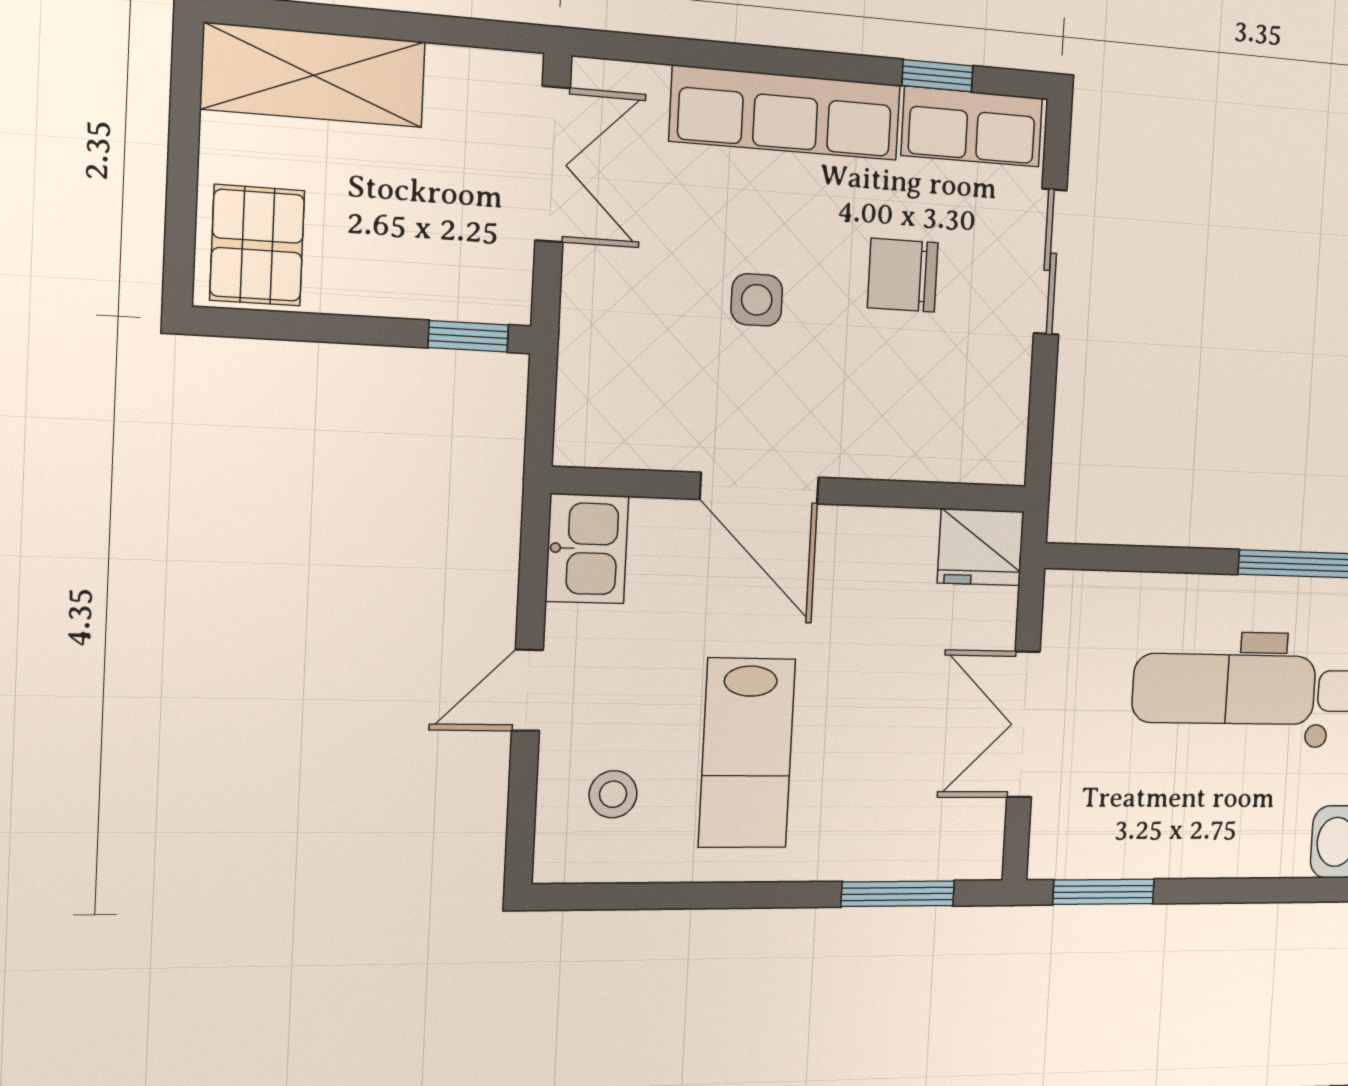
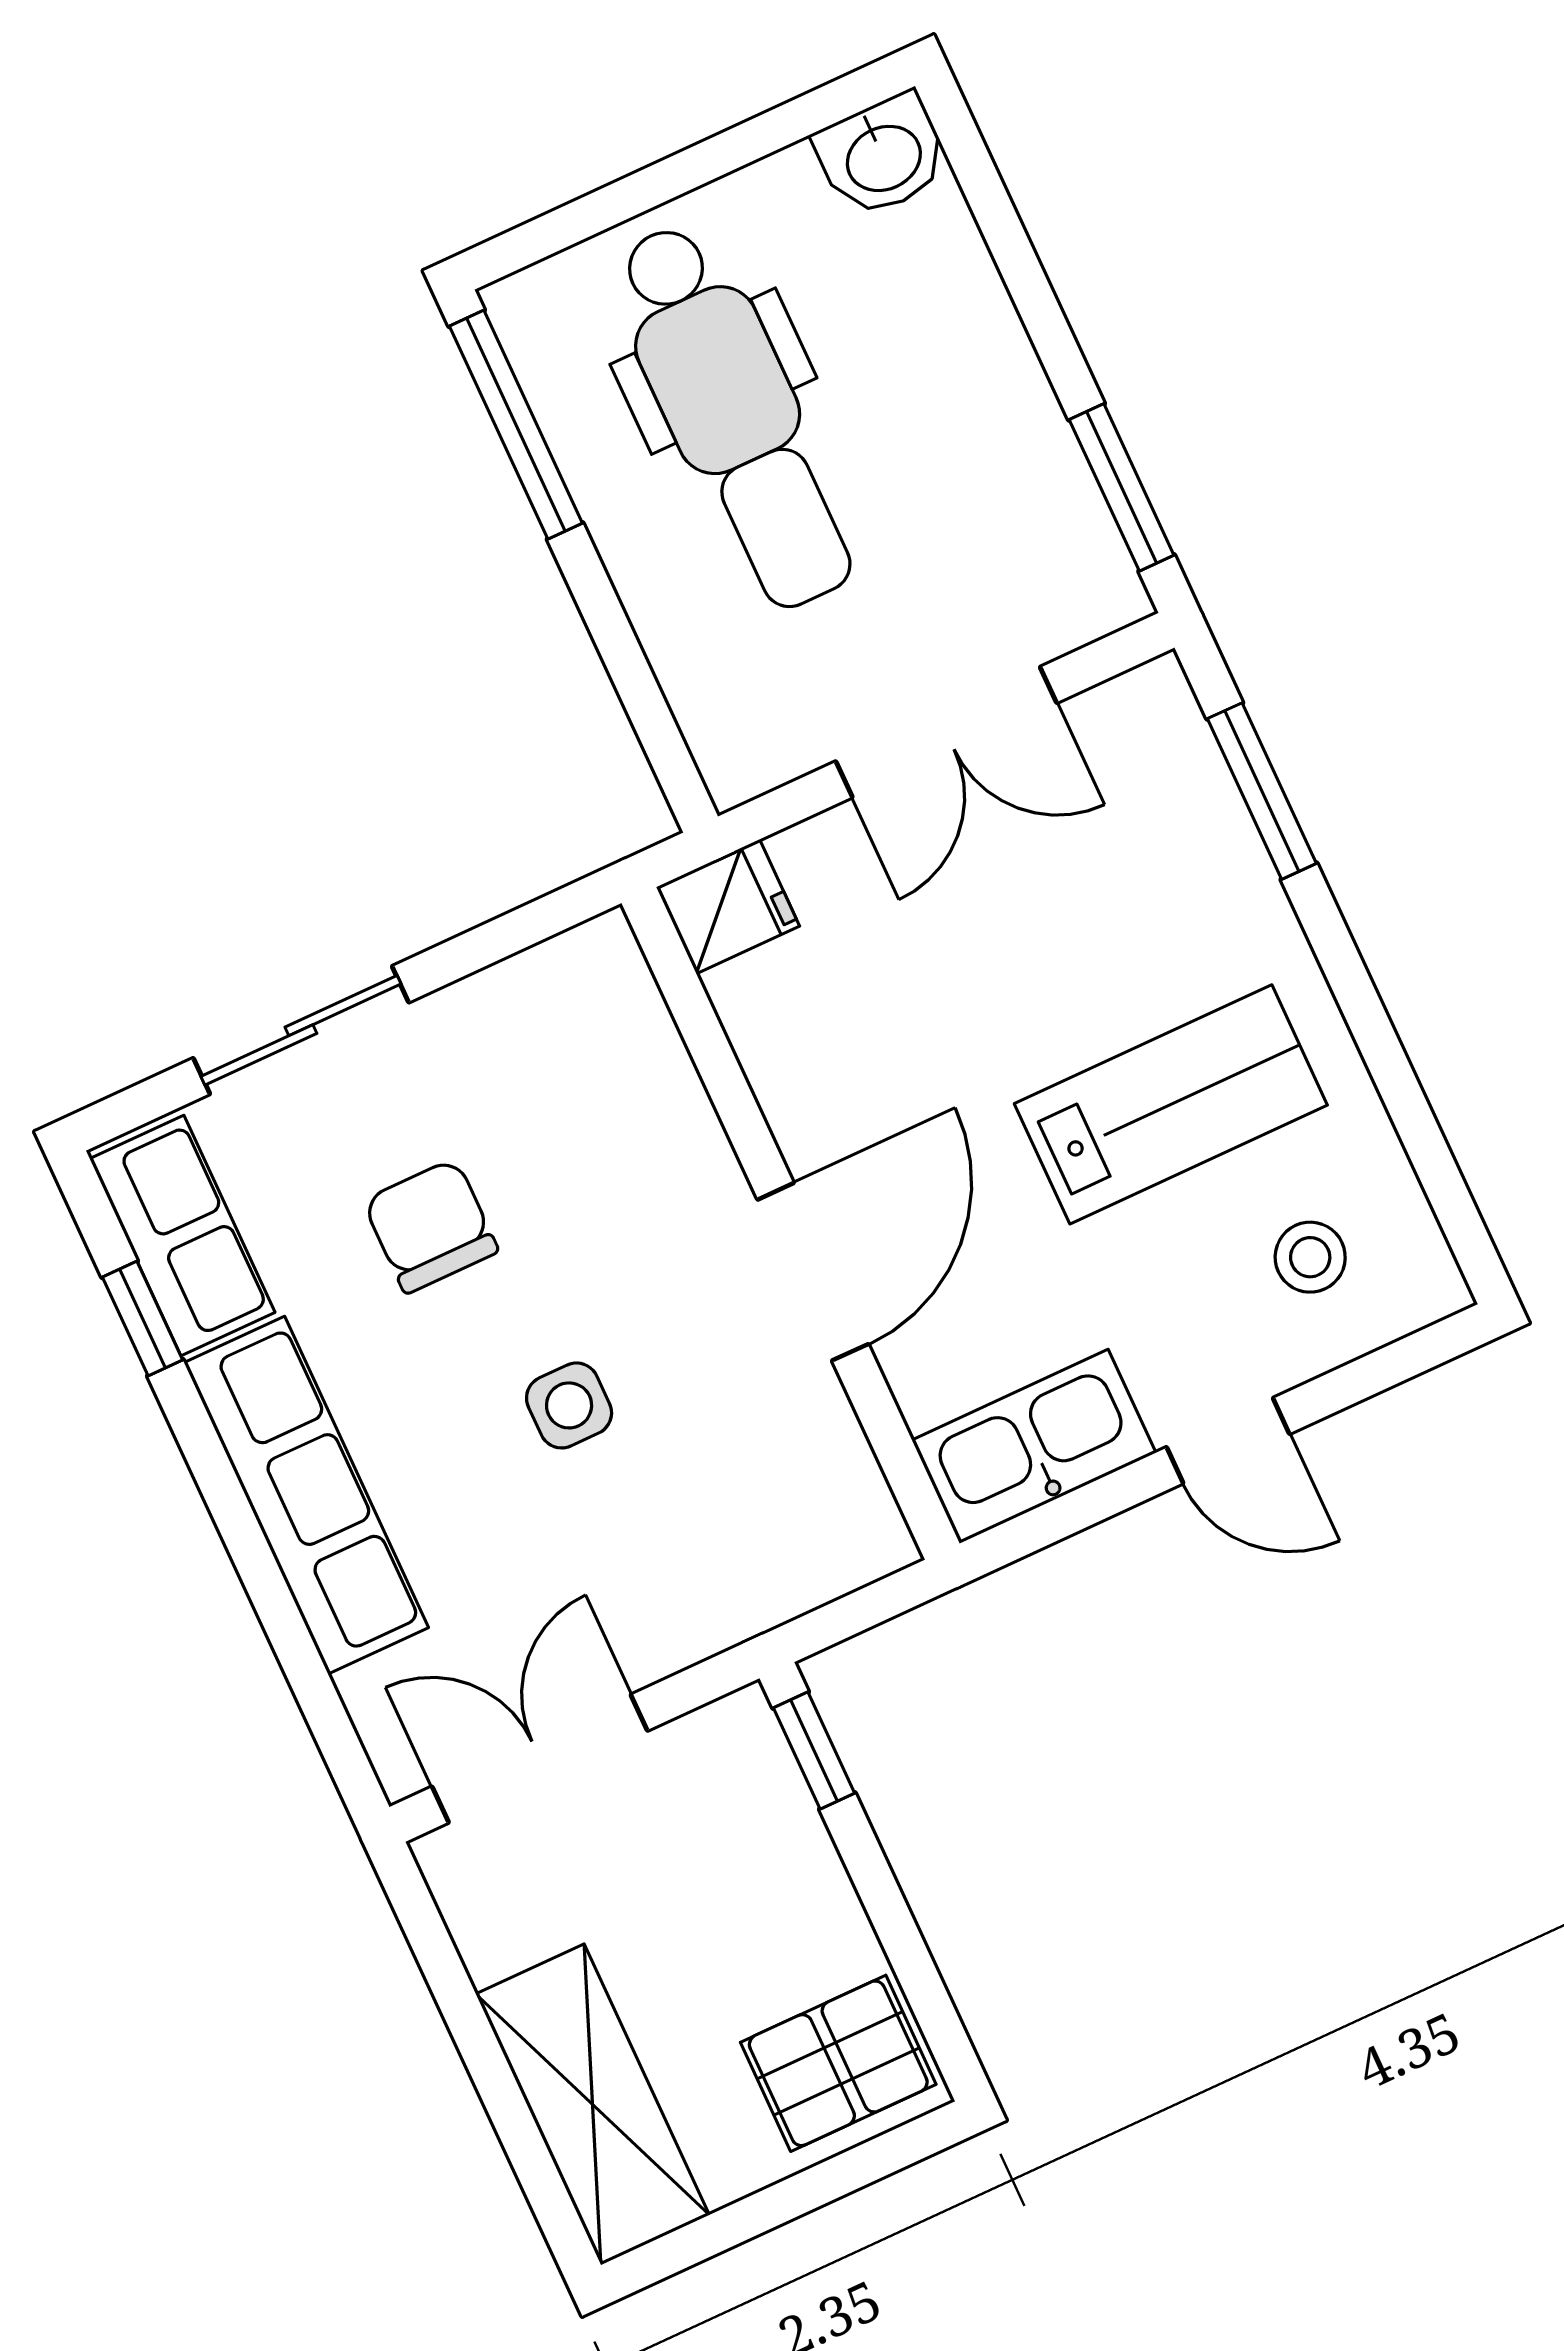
chair: (903, 275) -> (431, 1226), turned 180
fridge: (981, 547) -> (728, 907), width x0.72
kitchen sink: (587, 549) -> (1034, 1446), width x1.38

